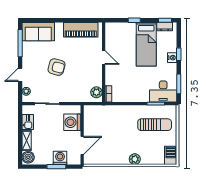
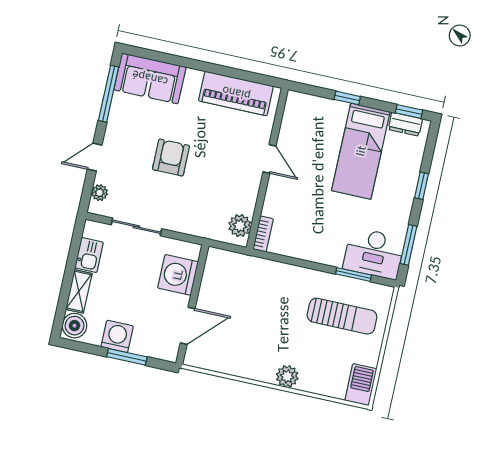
nightstand: (172, 58) -> (407, 190), removed
armchair: (57, 67) -> (171, 158), turned -105
washing machine: (60, 158) -> (117, 336), moved

